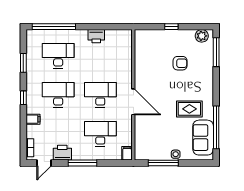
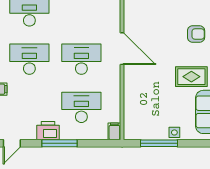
armchair: (180, 63) -> (196, 34), moved
door: (133, 102) -> (122, 49), moved
printer: (62, 153) -> (48, 131), moved

